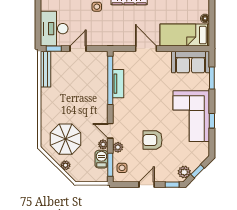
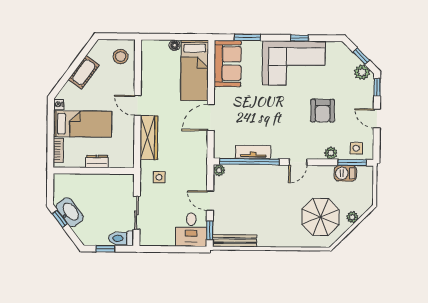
desk: (54, 29) -> (191, 230), width x0.73
door: (110, 131) -> (298, 162), moved
plant: (103, 144) -> (219, 170), moved

